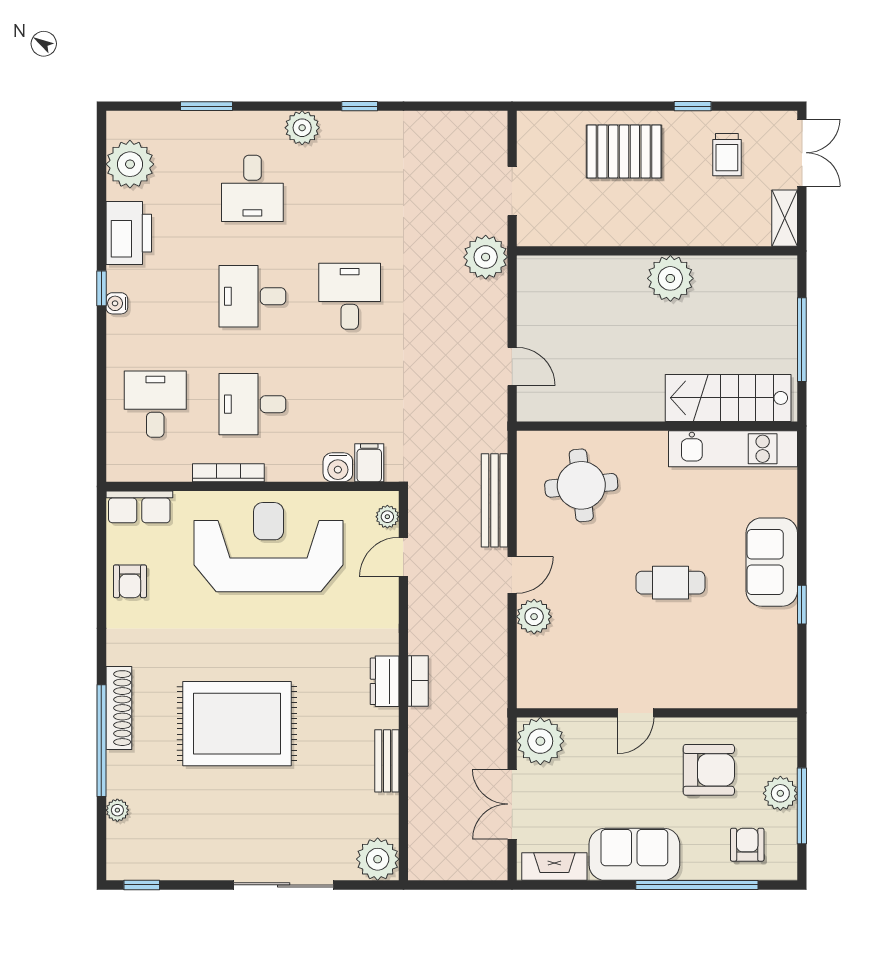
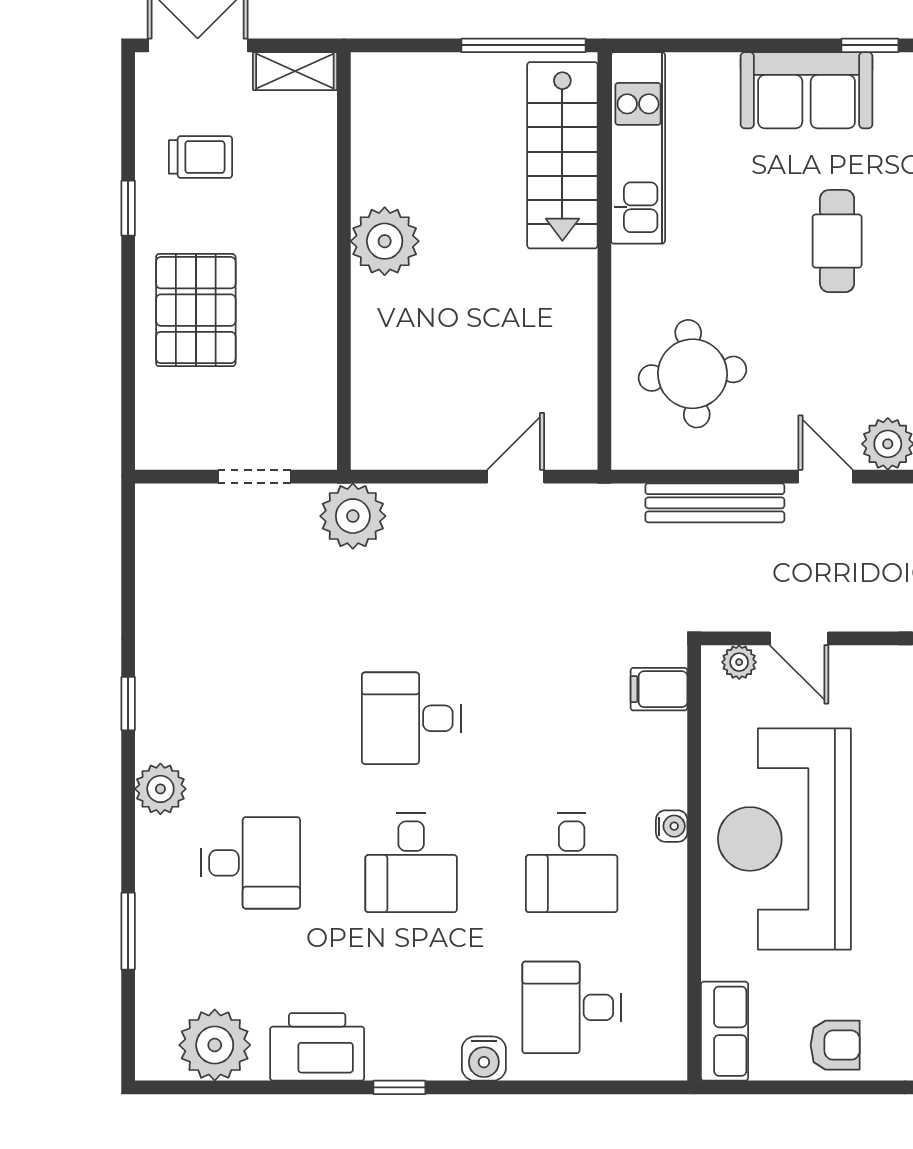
water cooler: (117, 303) -> (484, 1059), moved, width x1.38, depth x1.38
window: (802, 340) -> (523, 45), moved
water cooler: (338, 467) -> (672, 826), moved, width x0.72, depth x0.72
bookcase: (228, 473) -> (674, 899), removed

